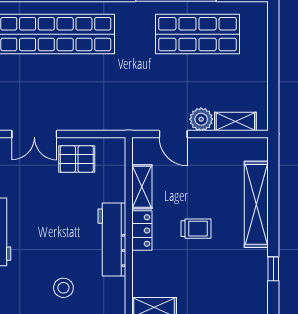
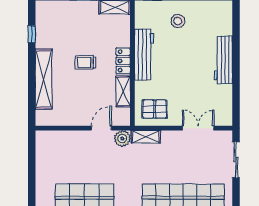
plant: (201, 119) -> (122, 138), moved
shelving: (235, 122) -> (146, 137), moved
door: (173, 134) -> (101, 128), hinge flipped
pallet: (77, 159) -> (155, 109), moved

